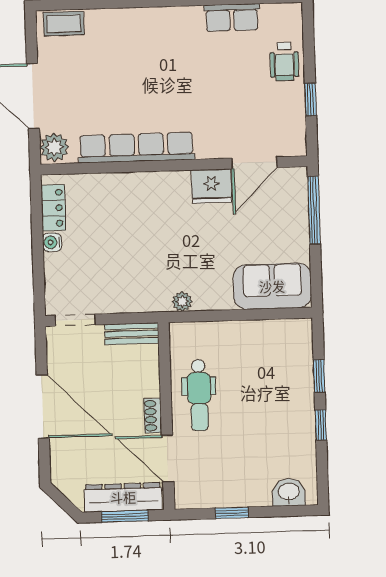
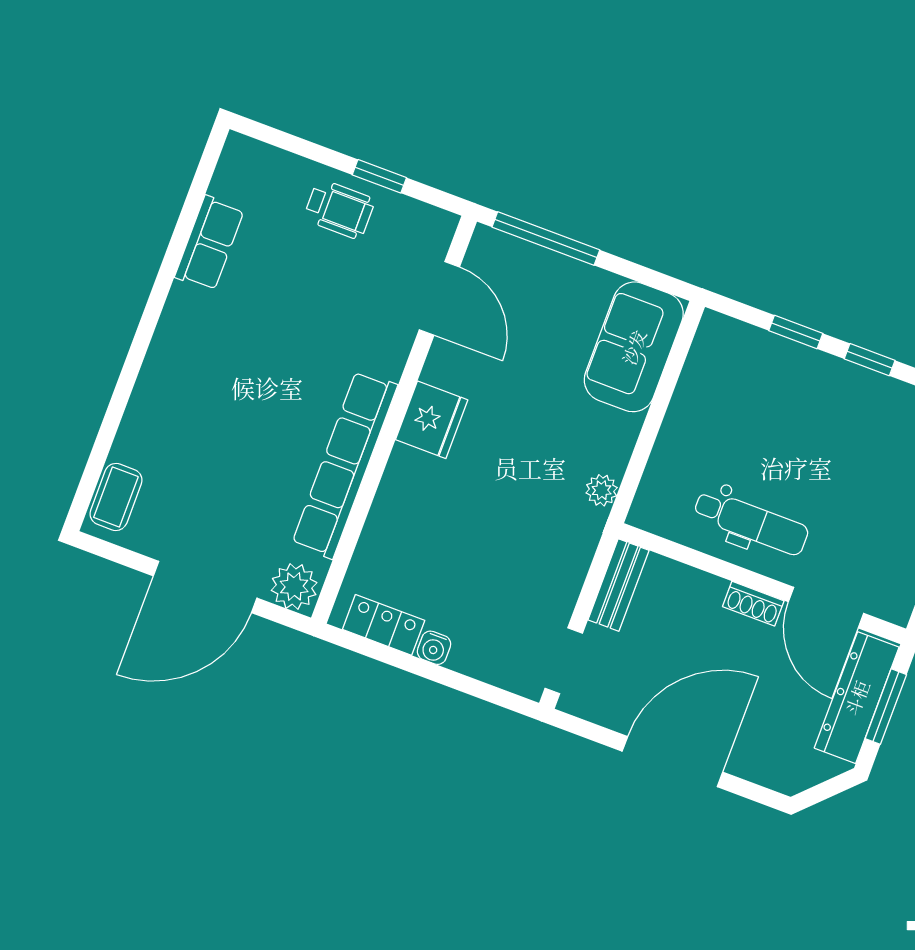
wheelchair: (284, 61) -> (339, 209), moved
fridge: (211, 186) -> (432, 420), moved
door: (168, 458) -> (826, 608), hinge flipped

